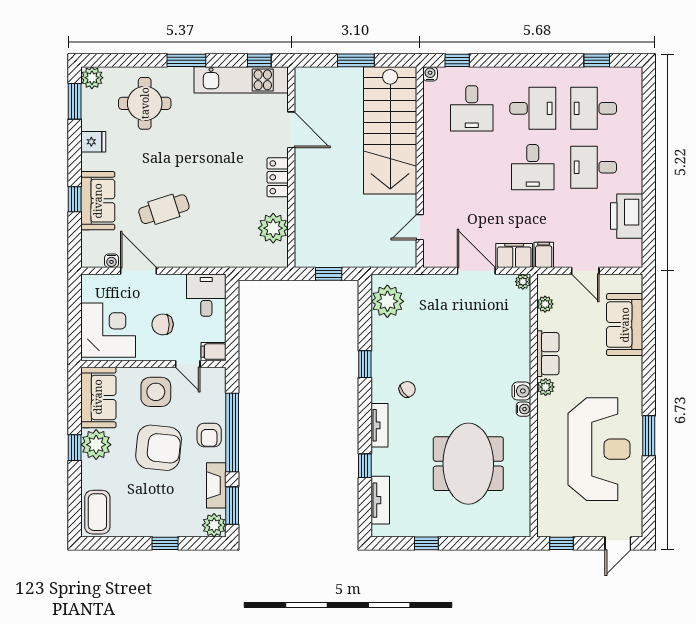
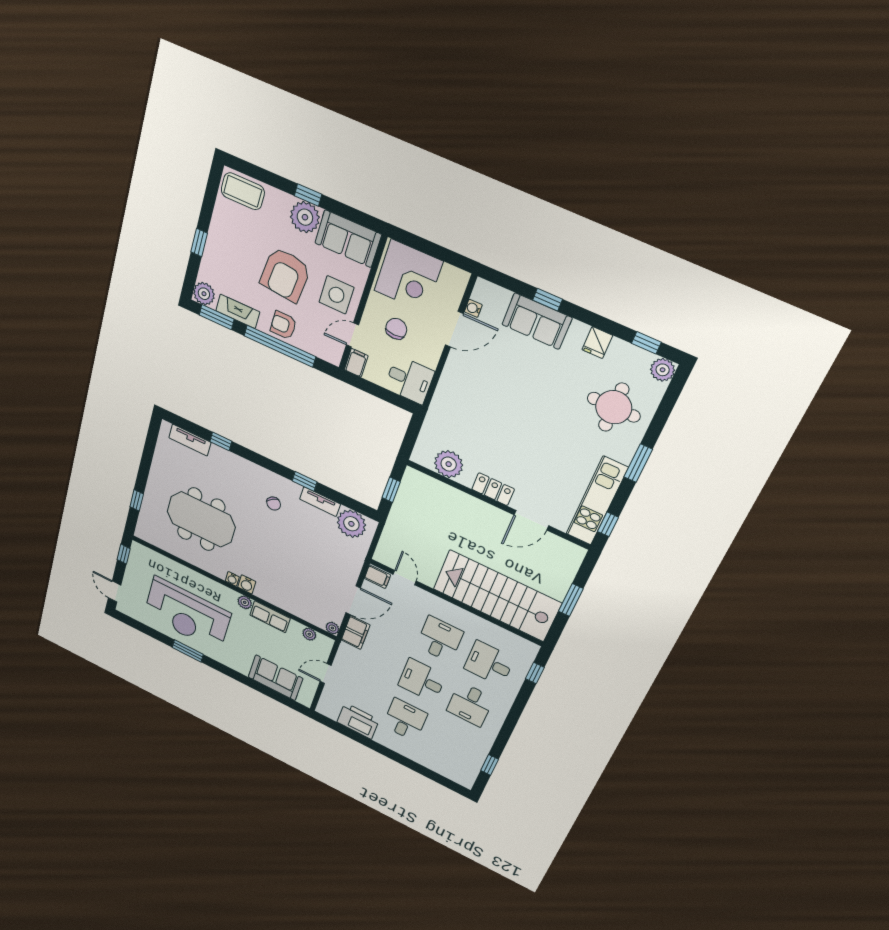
water cooler: (430, 74) -> (532, 649), removed
window: (75, 101) -> (646, 343), width x0.67
desk: (594, 108) -> (440, 639), moved
cafe table: (164, 209) -> (504, 379), removed
filing cabinet: (544, 255) -> (377, 577), moved
tv unit: (379, 425) -> (320, 502), moved
window: (426, 543) -> (137, 500), moved

